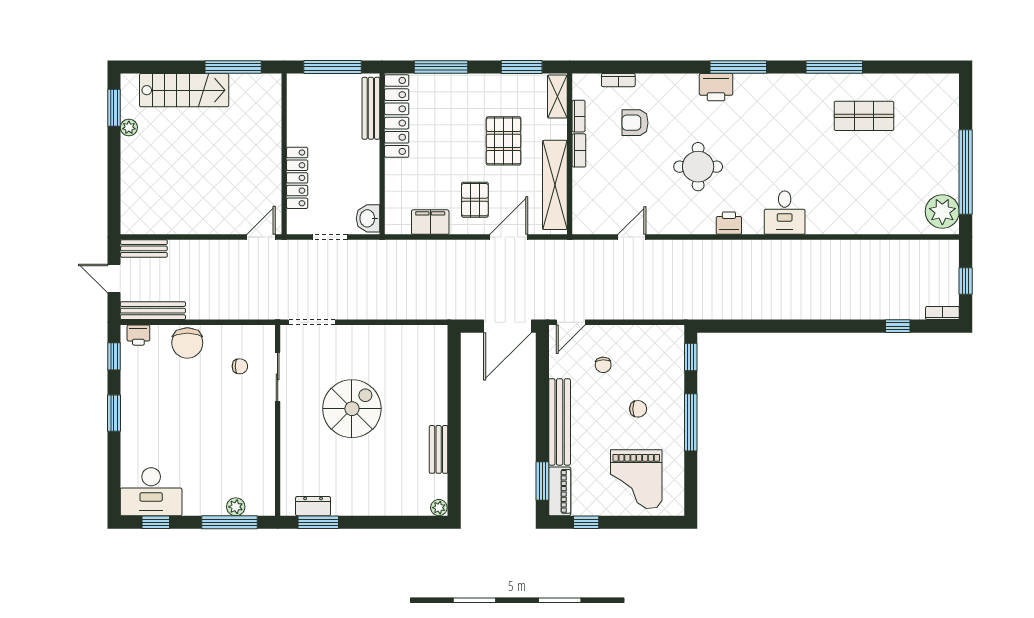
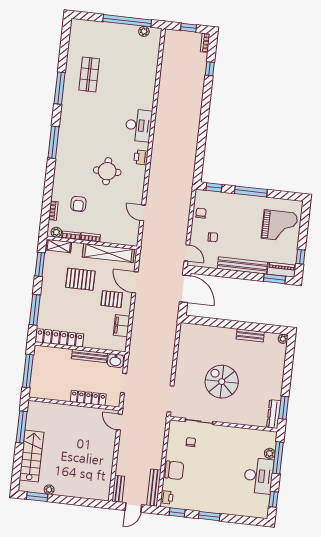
printer: (716, 87) -> (63, 156), removed
plant: (581, 89) -> (56, 232), added
bench: (371, 108) -> (89, 356), moved
plant: (942, 211) -> (144, 31), width x0.53, depth x0.53
desk: (785, 213) -> (139, 125), width x1.37
chair: (638, 409) -> (201, 213), moved
desk: (151, 492) -> (259, 476), moved
dresser: (313, 506) -> (274, 414), width x1.44

